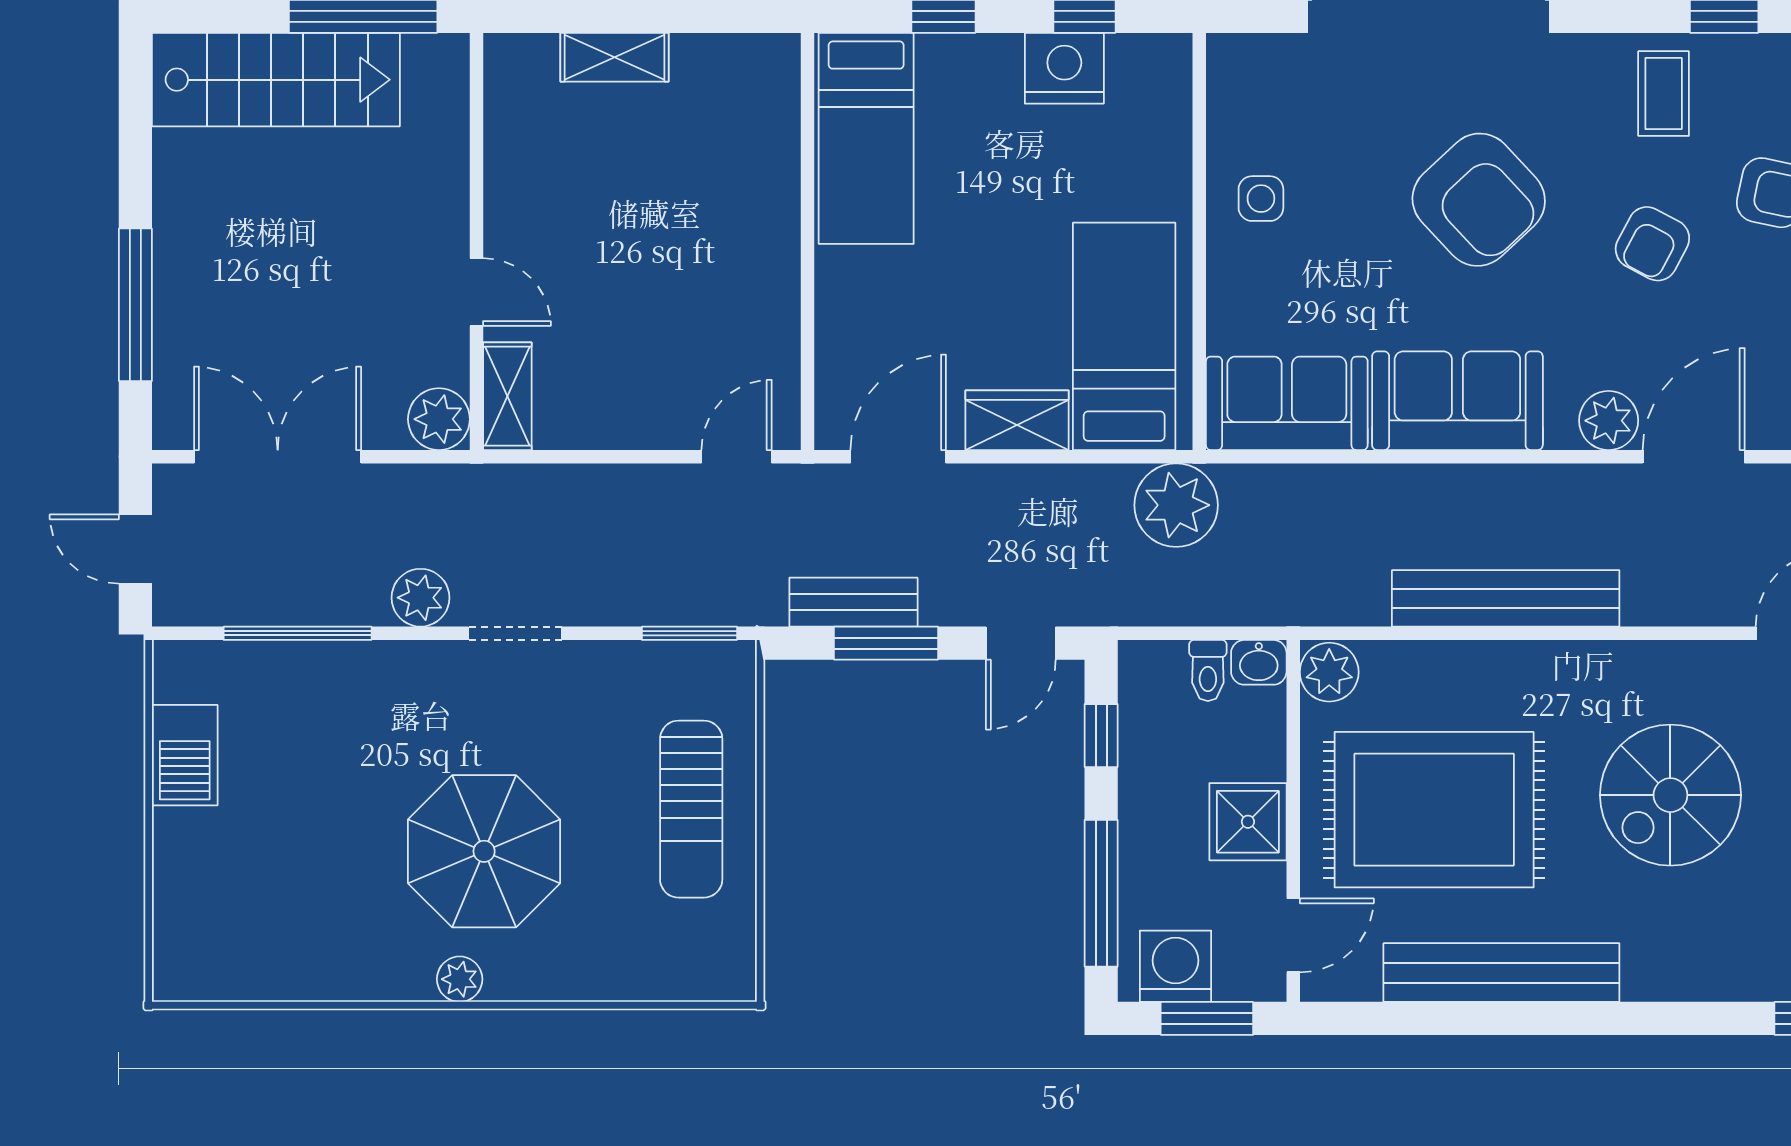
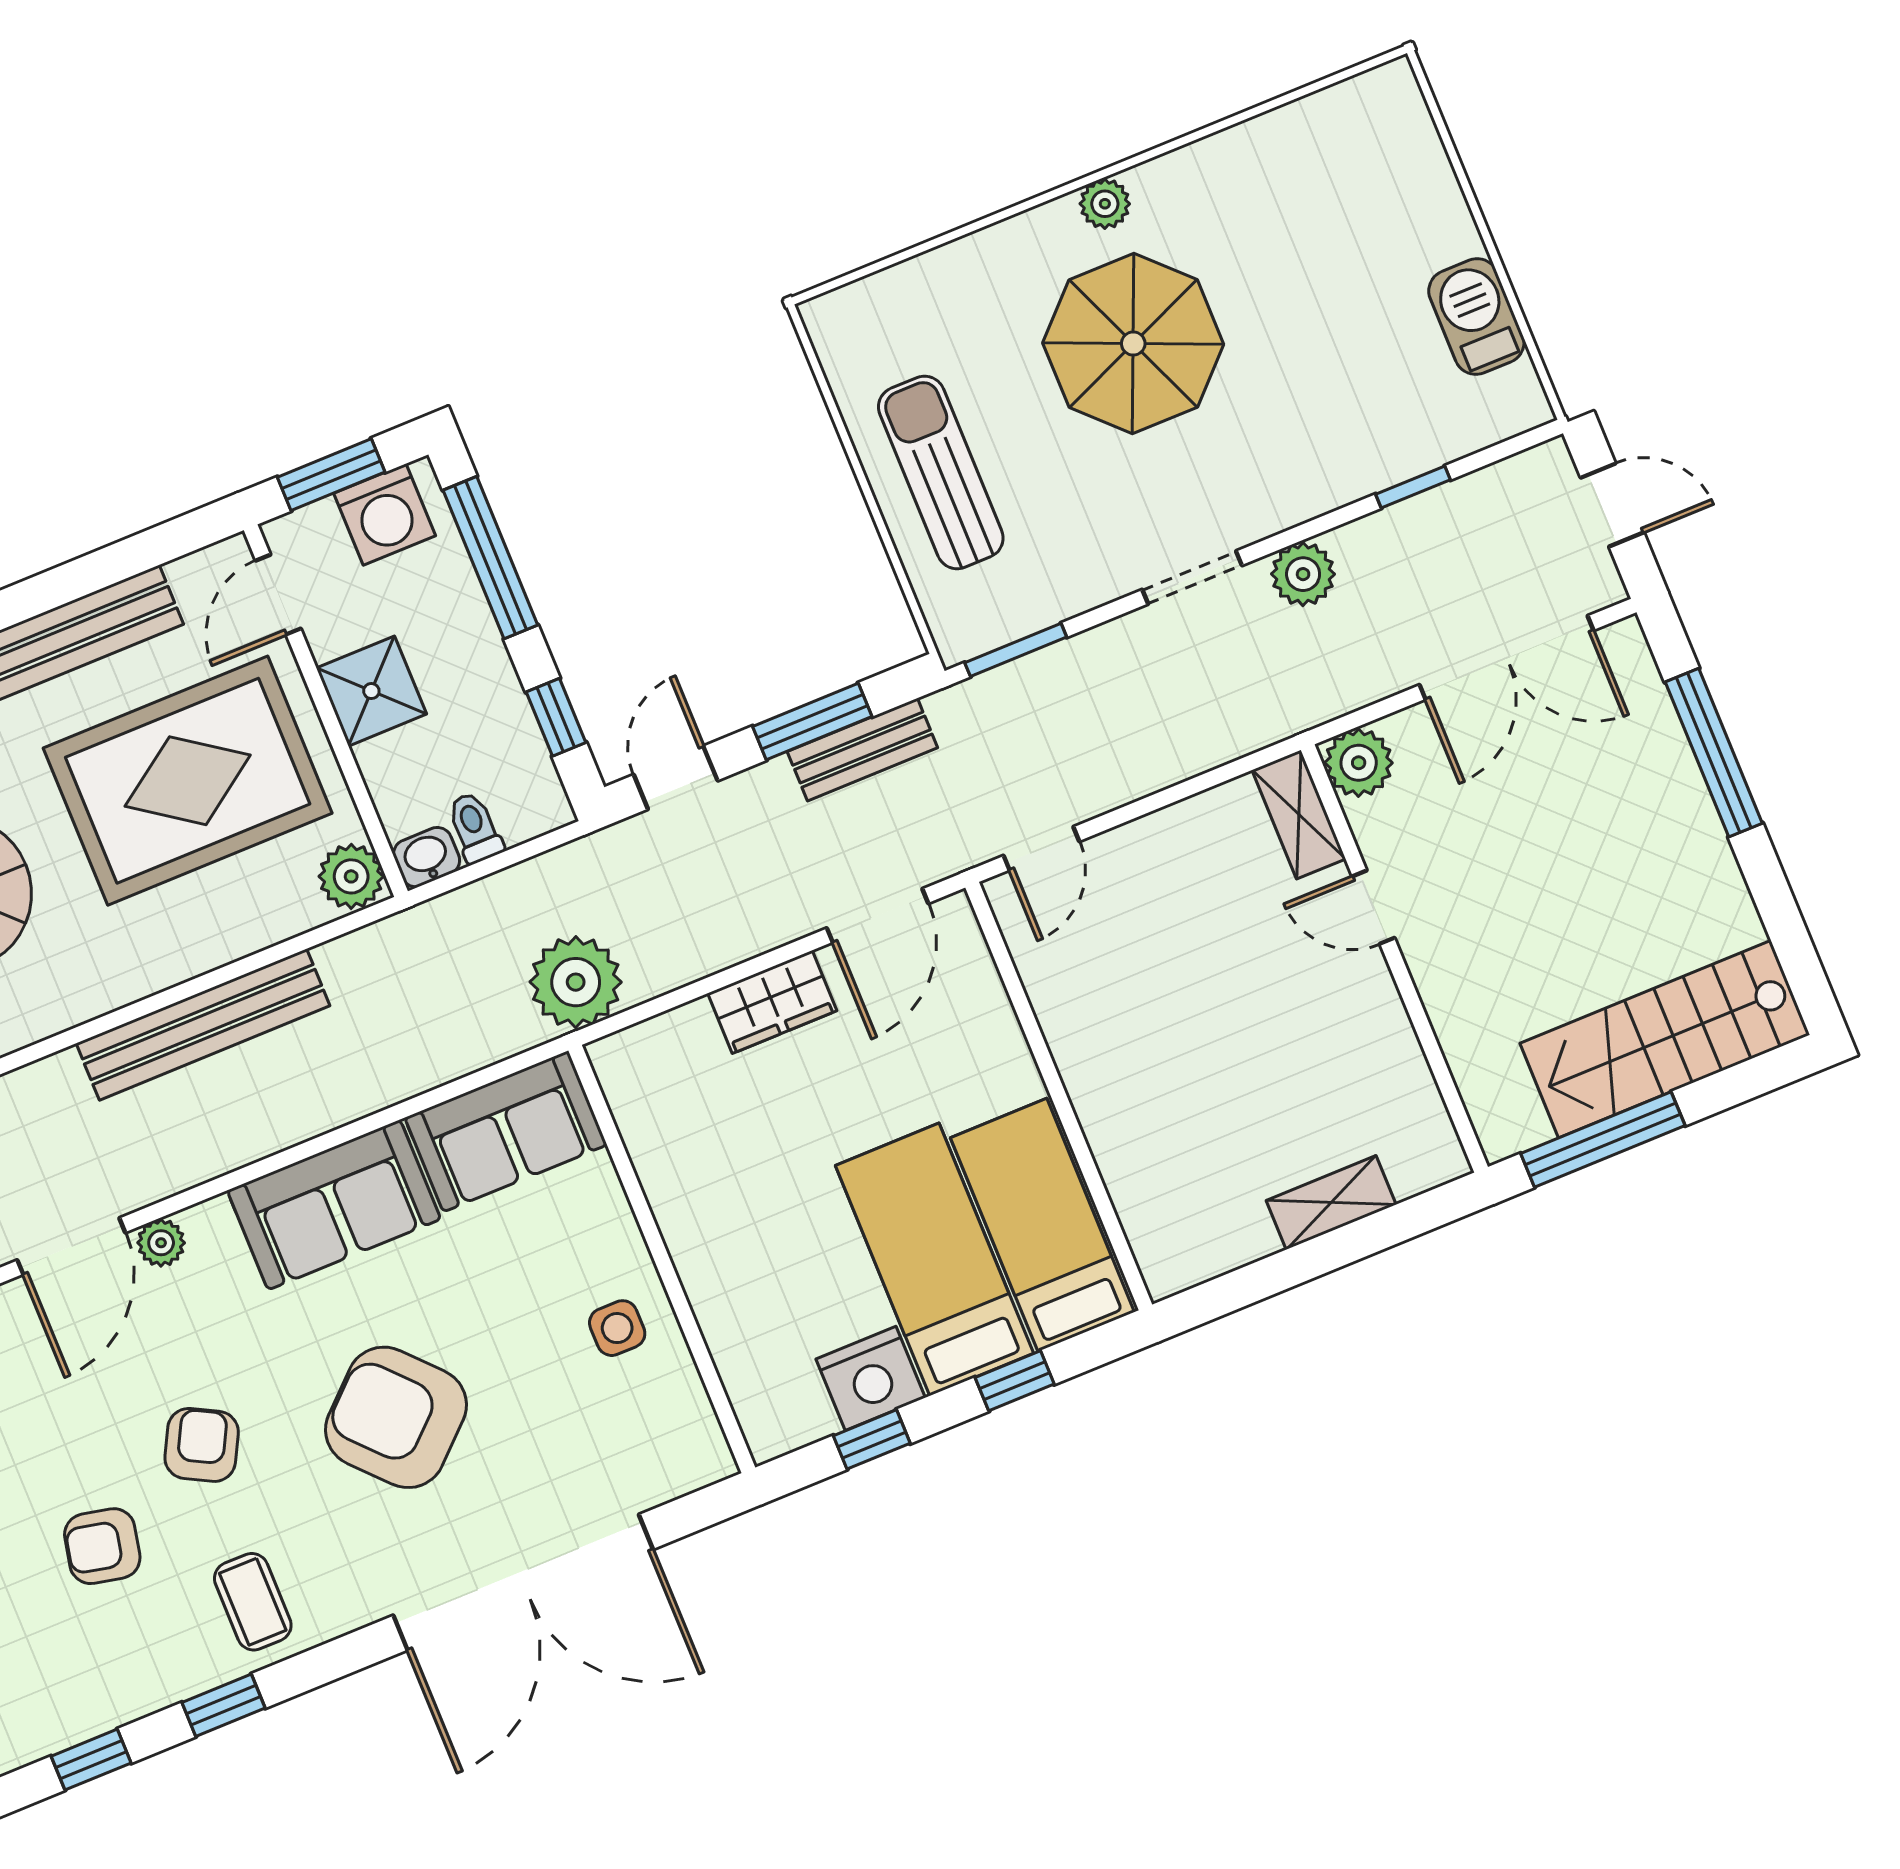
bed: (1124, 336) -> (934, 1259), moved, turned 180
plant: (1609, 421) -> (161, 1243), width x0.73, depth x0.73
window: (298, 633) -> (1413, 487), width x0.46

